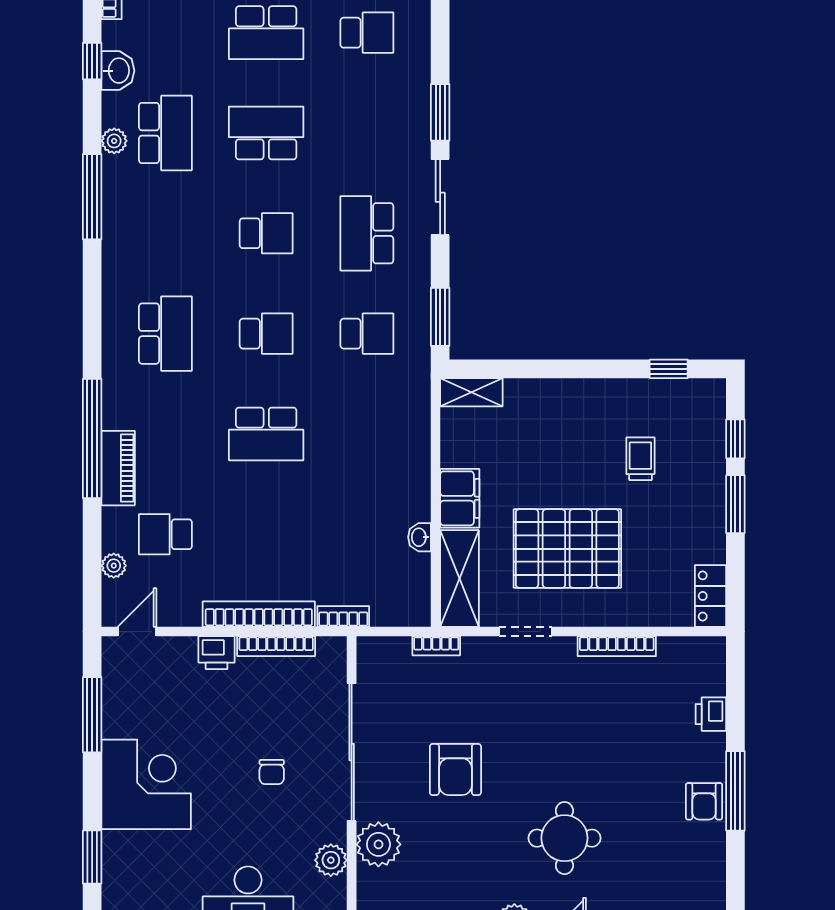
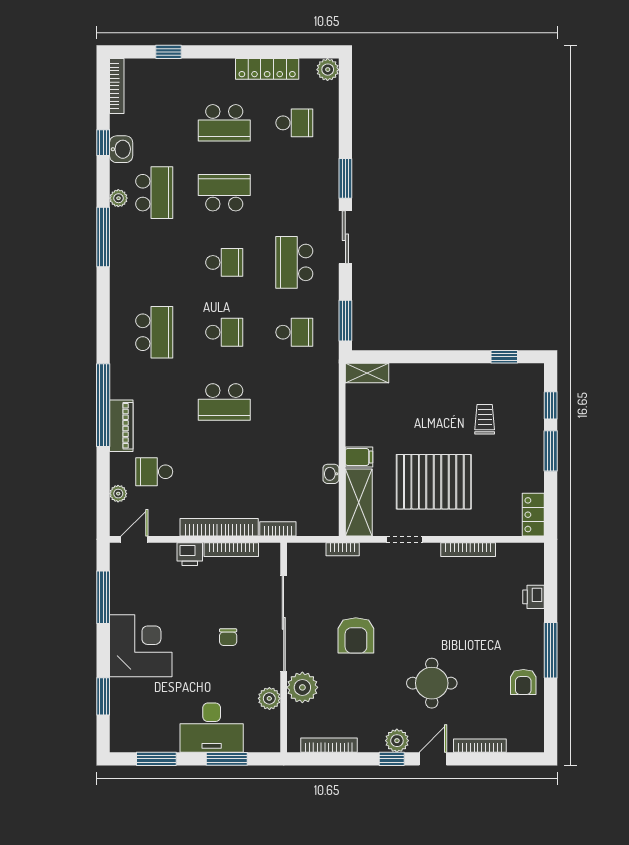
filing cabinet: (460, 498) -> (359, 457), width x0.50
armchair: (704, 801) -> (523, 682), moved

